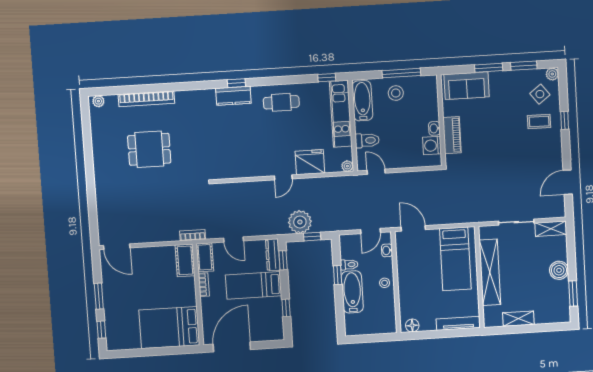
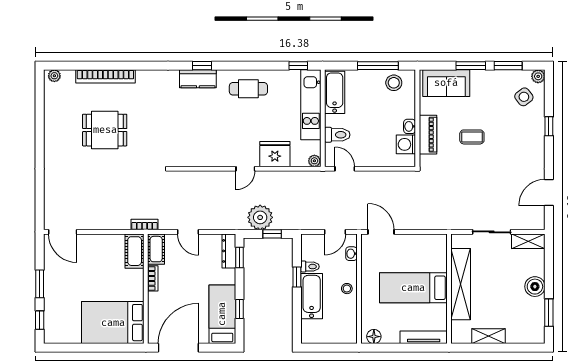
stool: (396, 93) -> (394, 83), moved
coffee table: (539, 122) -> (472, 137), moved
bed: (455, 259) -> (413, 288), moved, turned 90
bed: (254, 285) -> (222, 314), moved, turned 90

